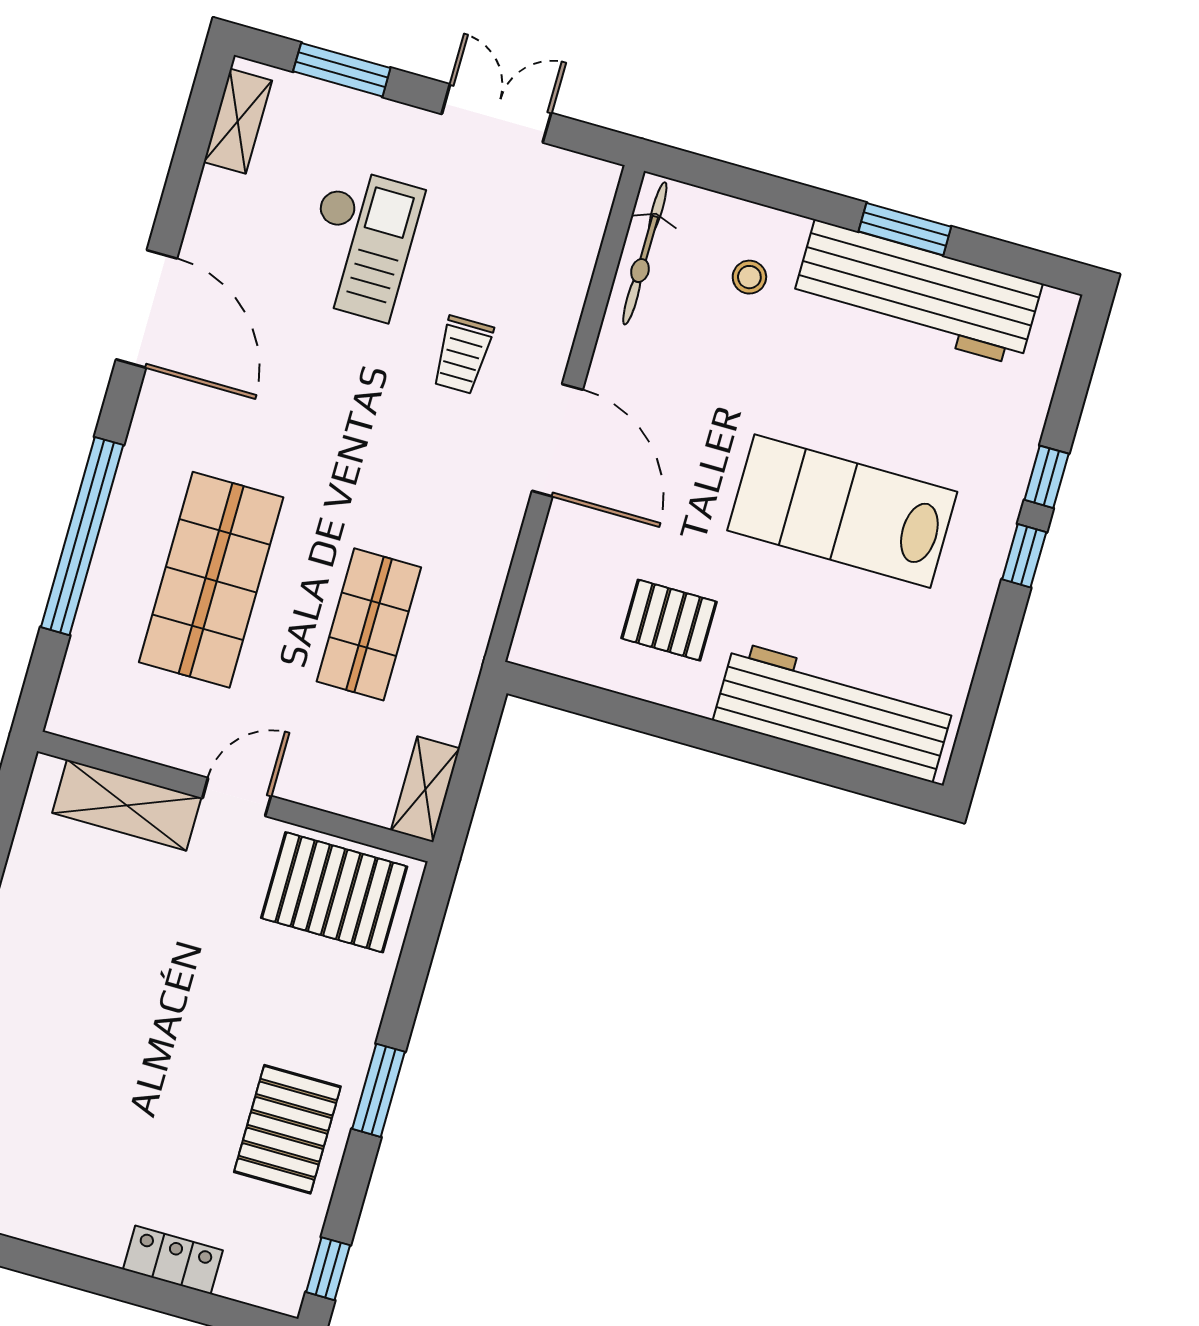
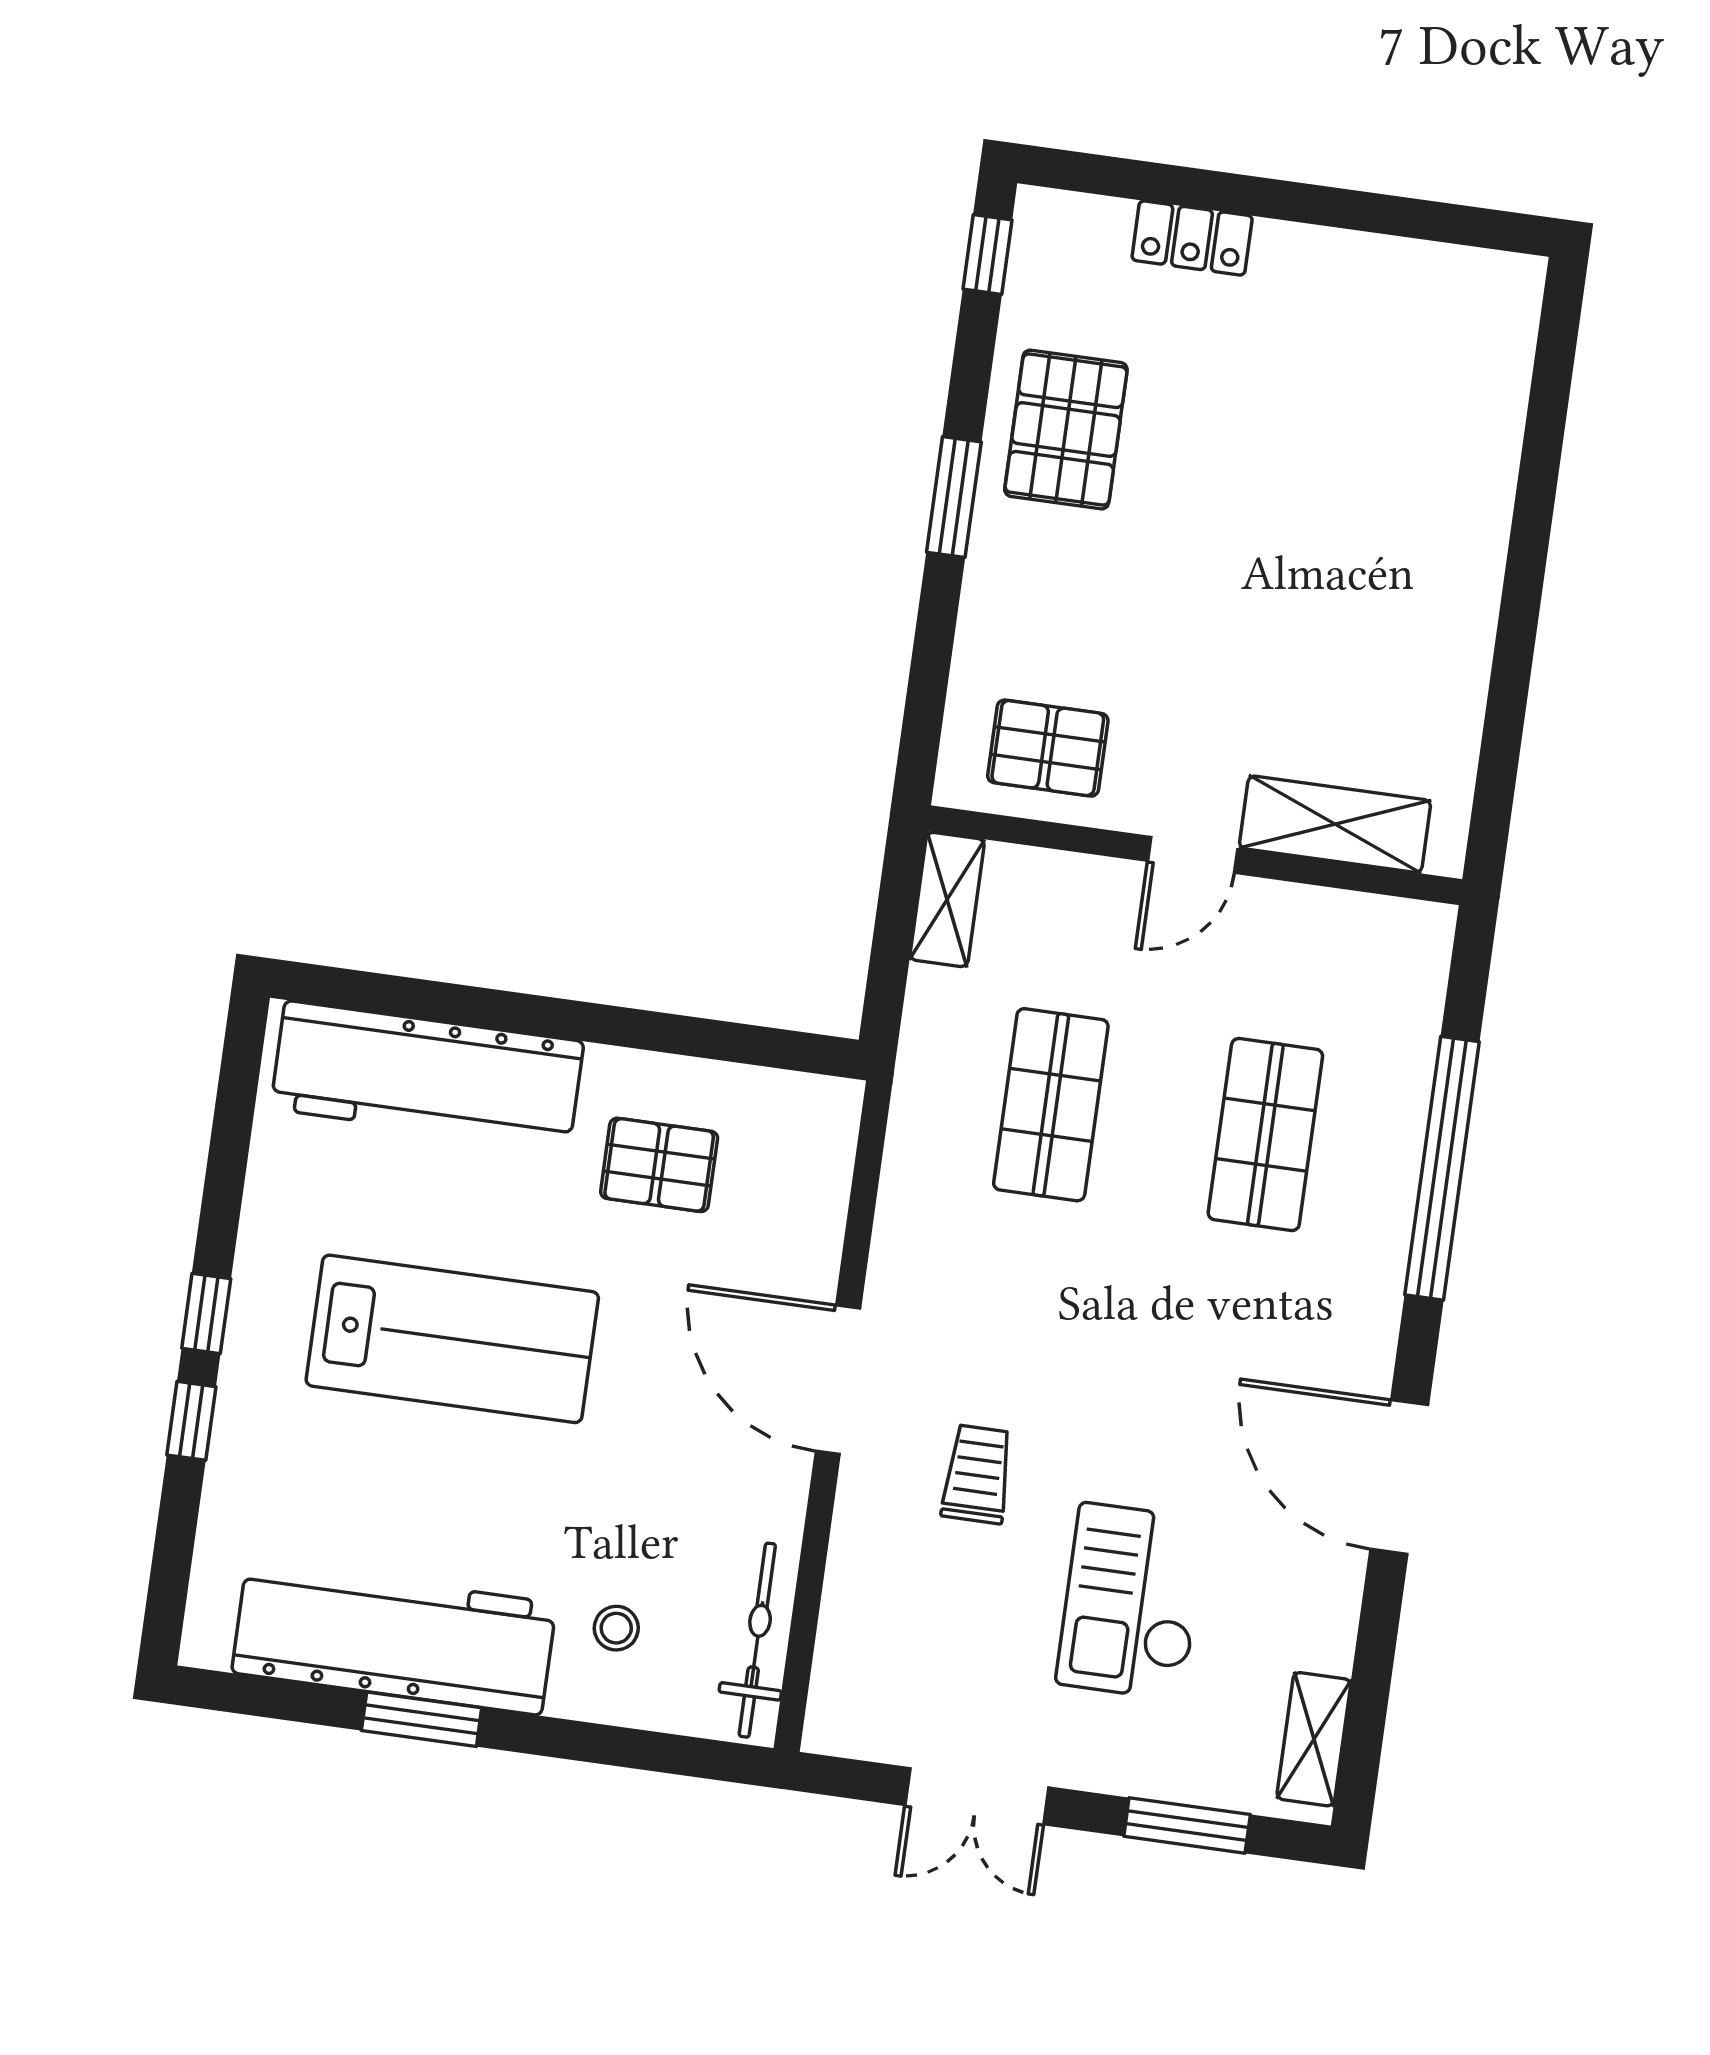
shop shelf: (211, 580) -> (1265, 1135), width x0.70, depth x0.74
pallet: (334, 892) -> (1048, 748), width x0.67, depth x0.71

